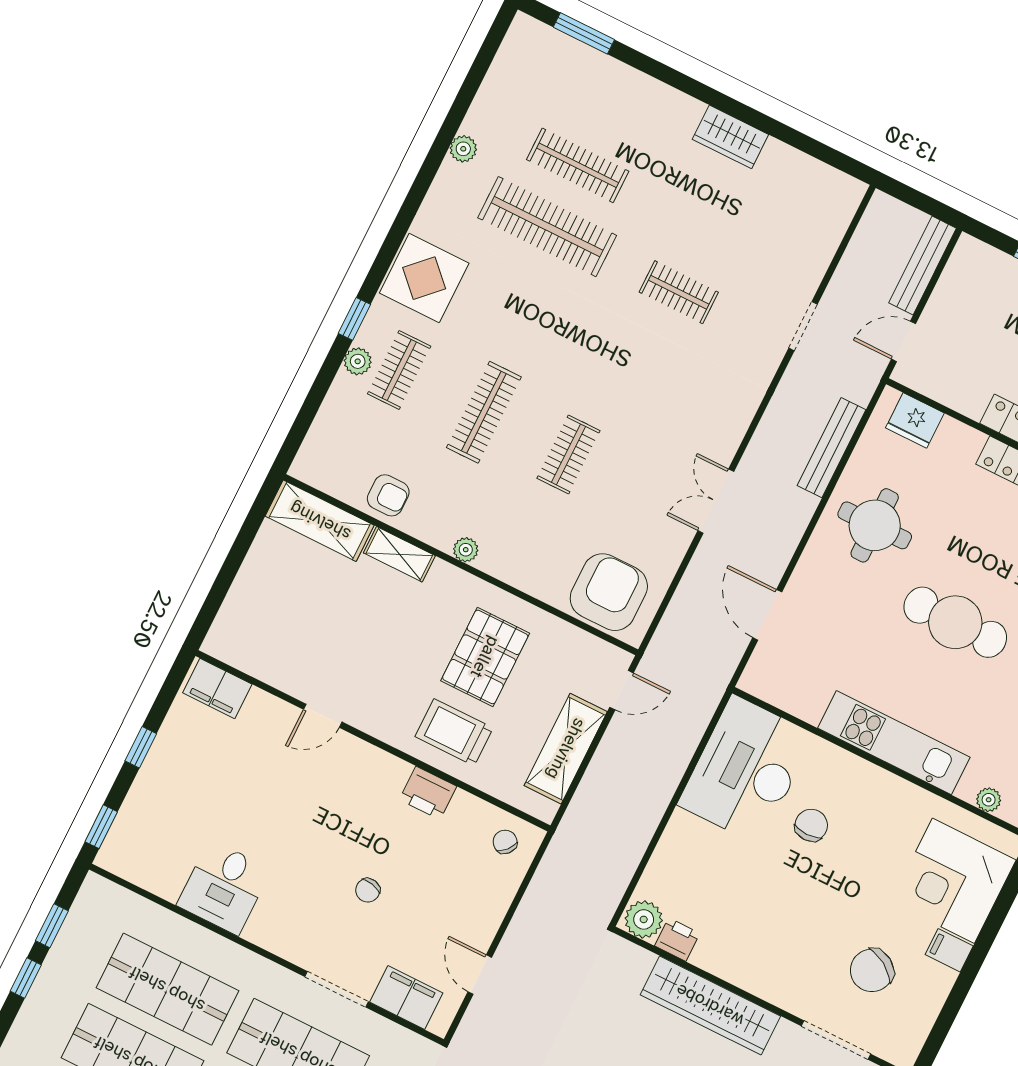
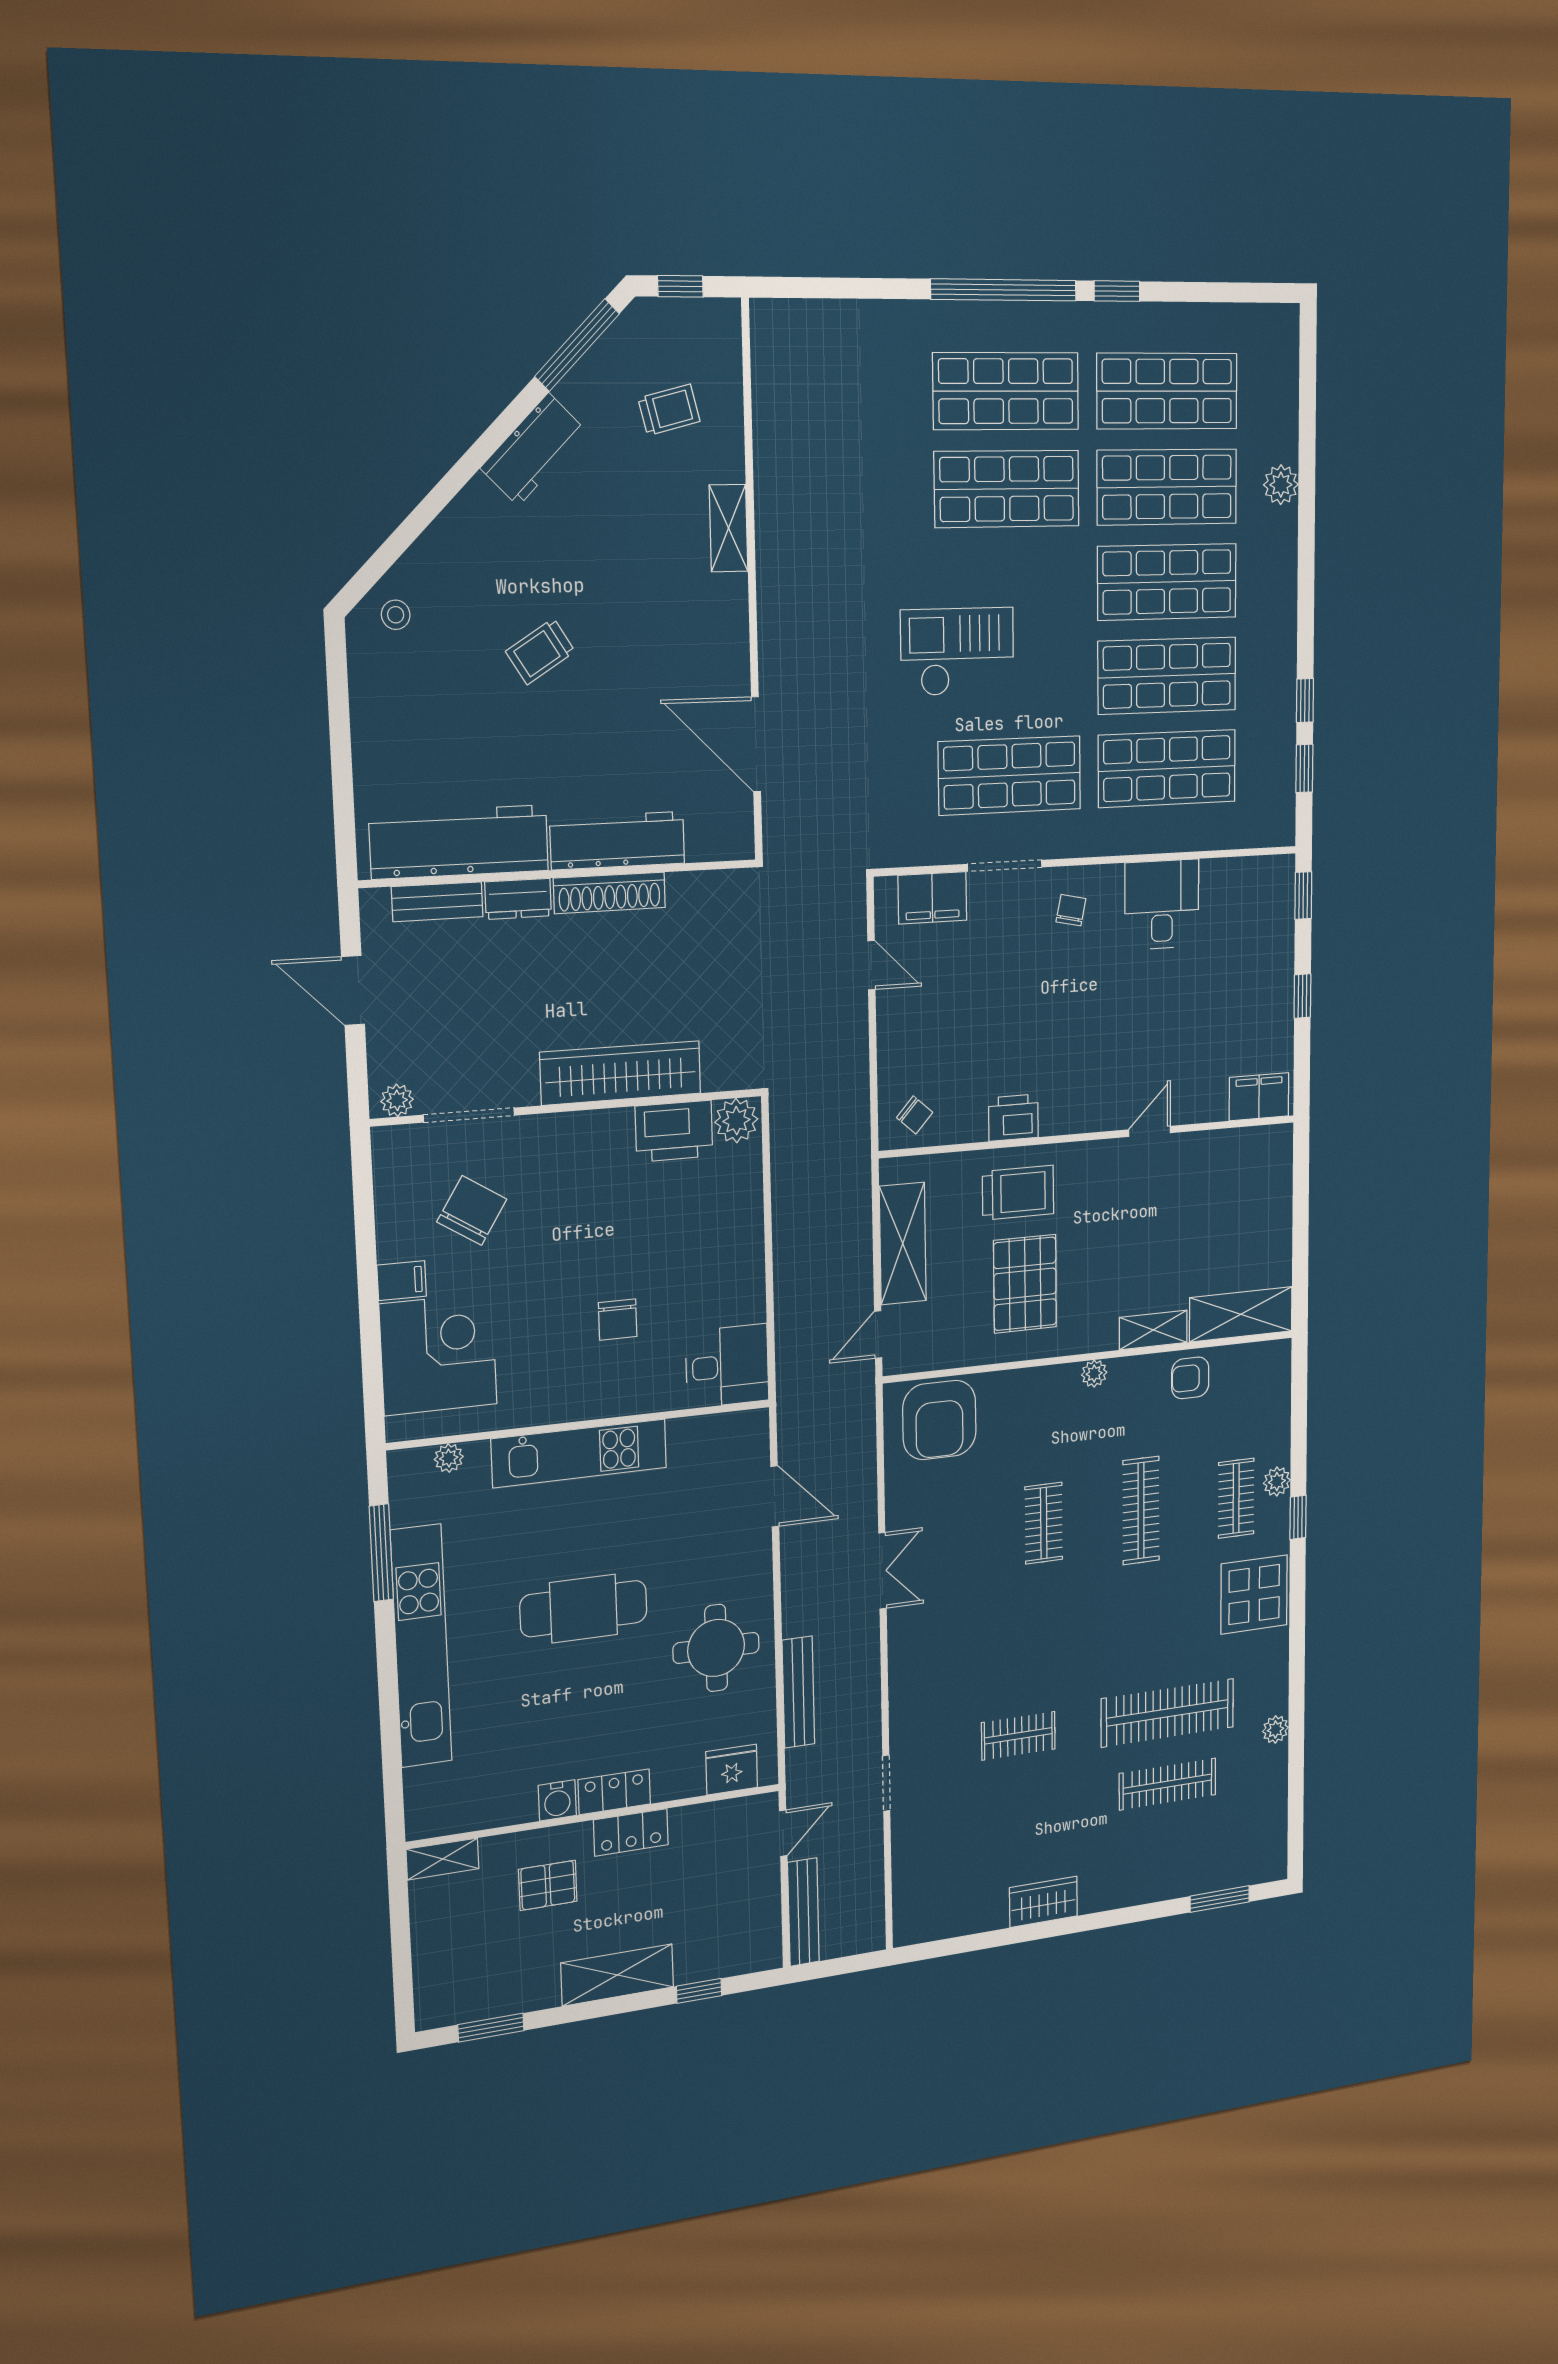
desk: (746, 770) -> (727, 1366), width x0.53, depth x0.77
chair: (368, 890) -> (1071, 910), moved
printer: (677, 940) -> (674, 1131), width x1.87, depth x1.48

